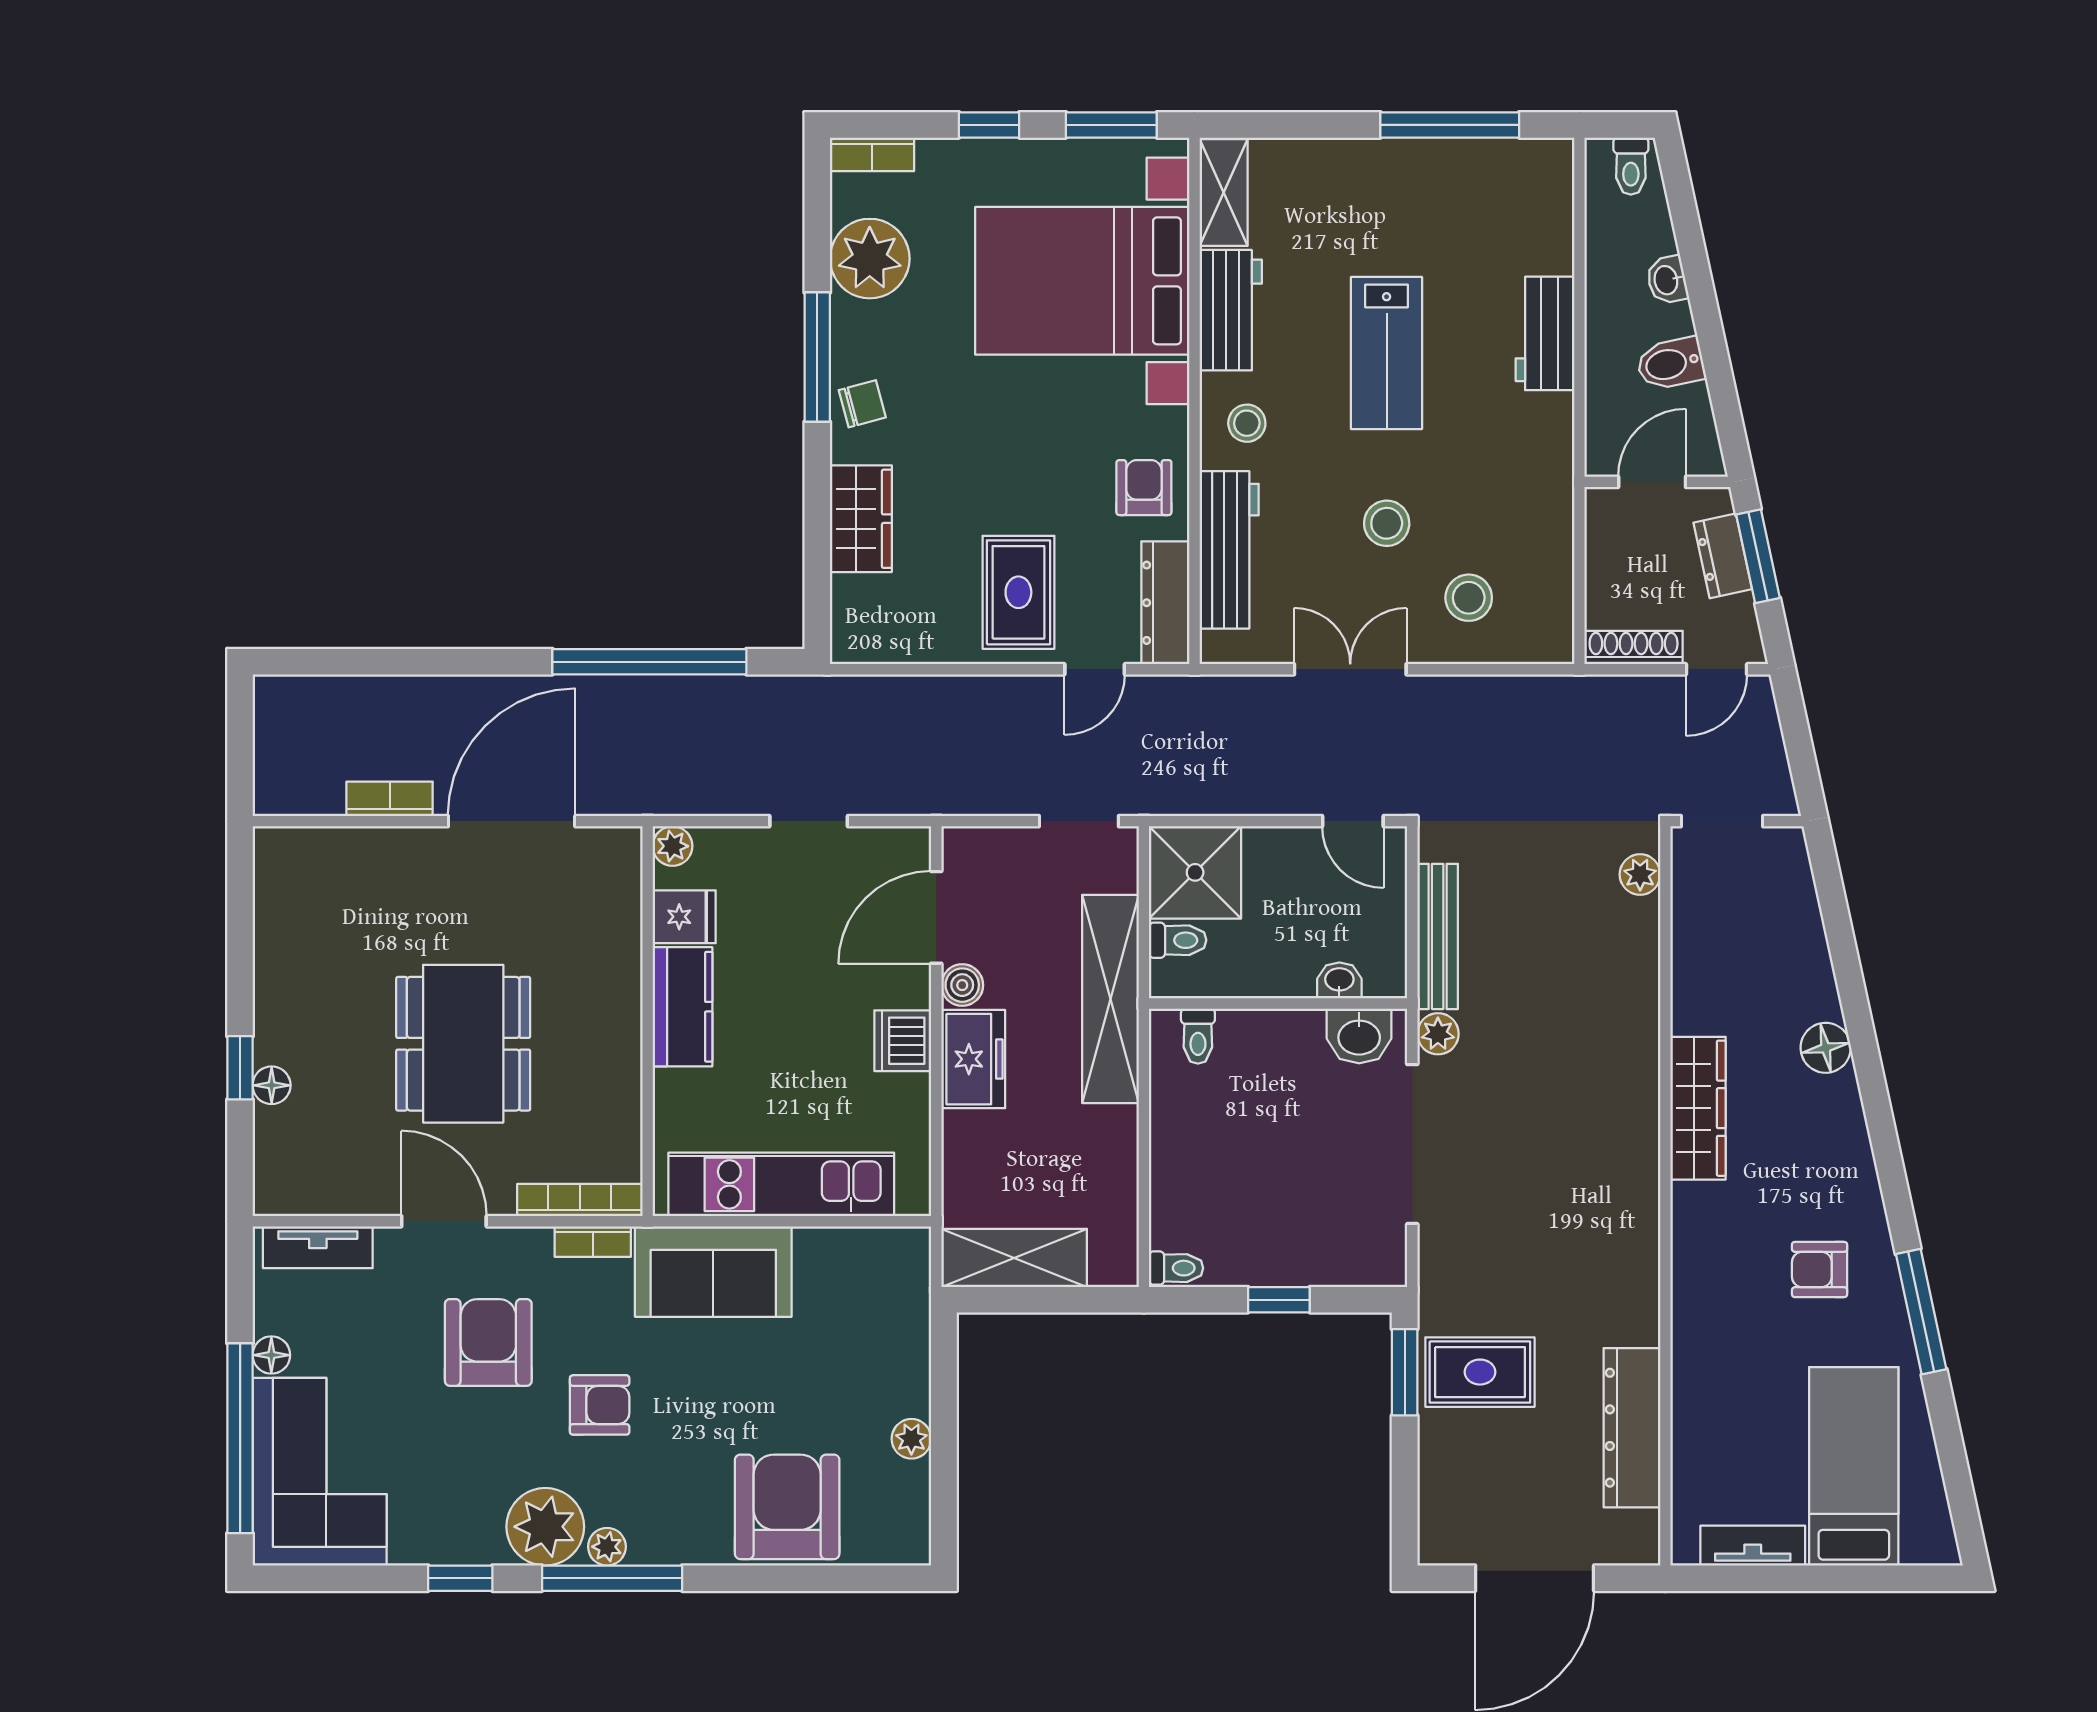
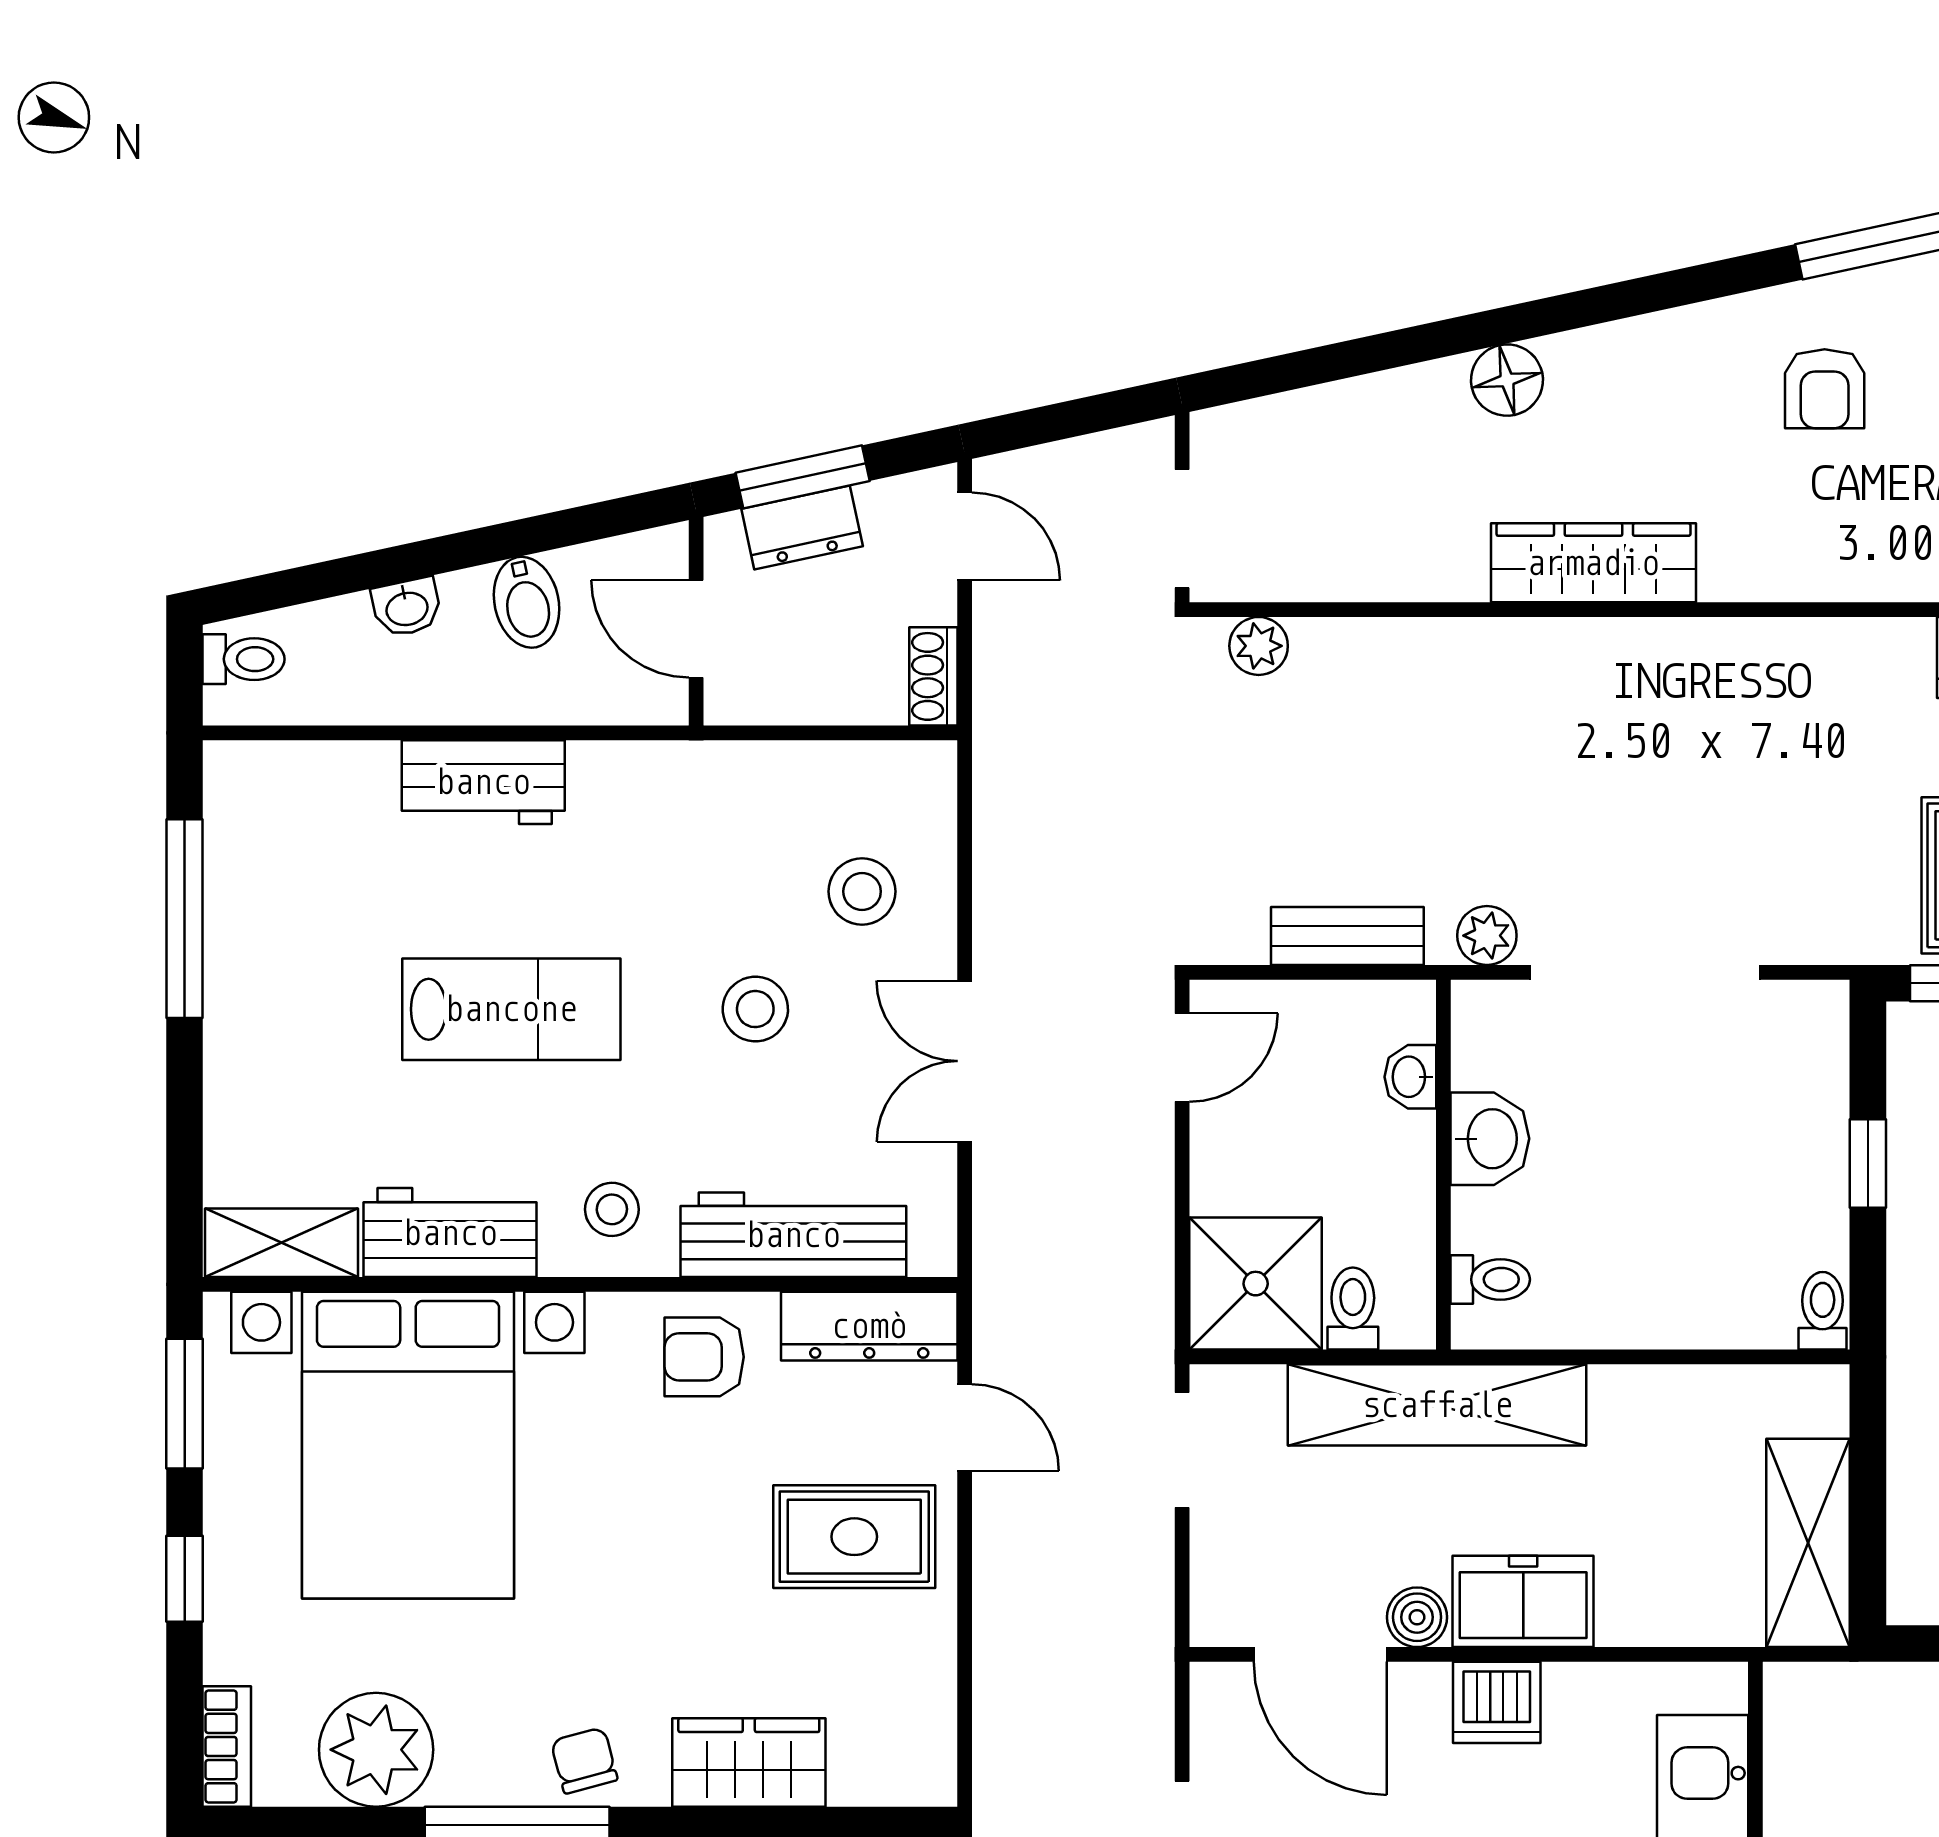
shoe rack: (1634, 648) -> (933, 676), width x0.70
bench: (1438, 936) -> (1347, 936), width x0.73
washbasin: (1359, 1036) -> (1490, 1139), moved

